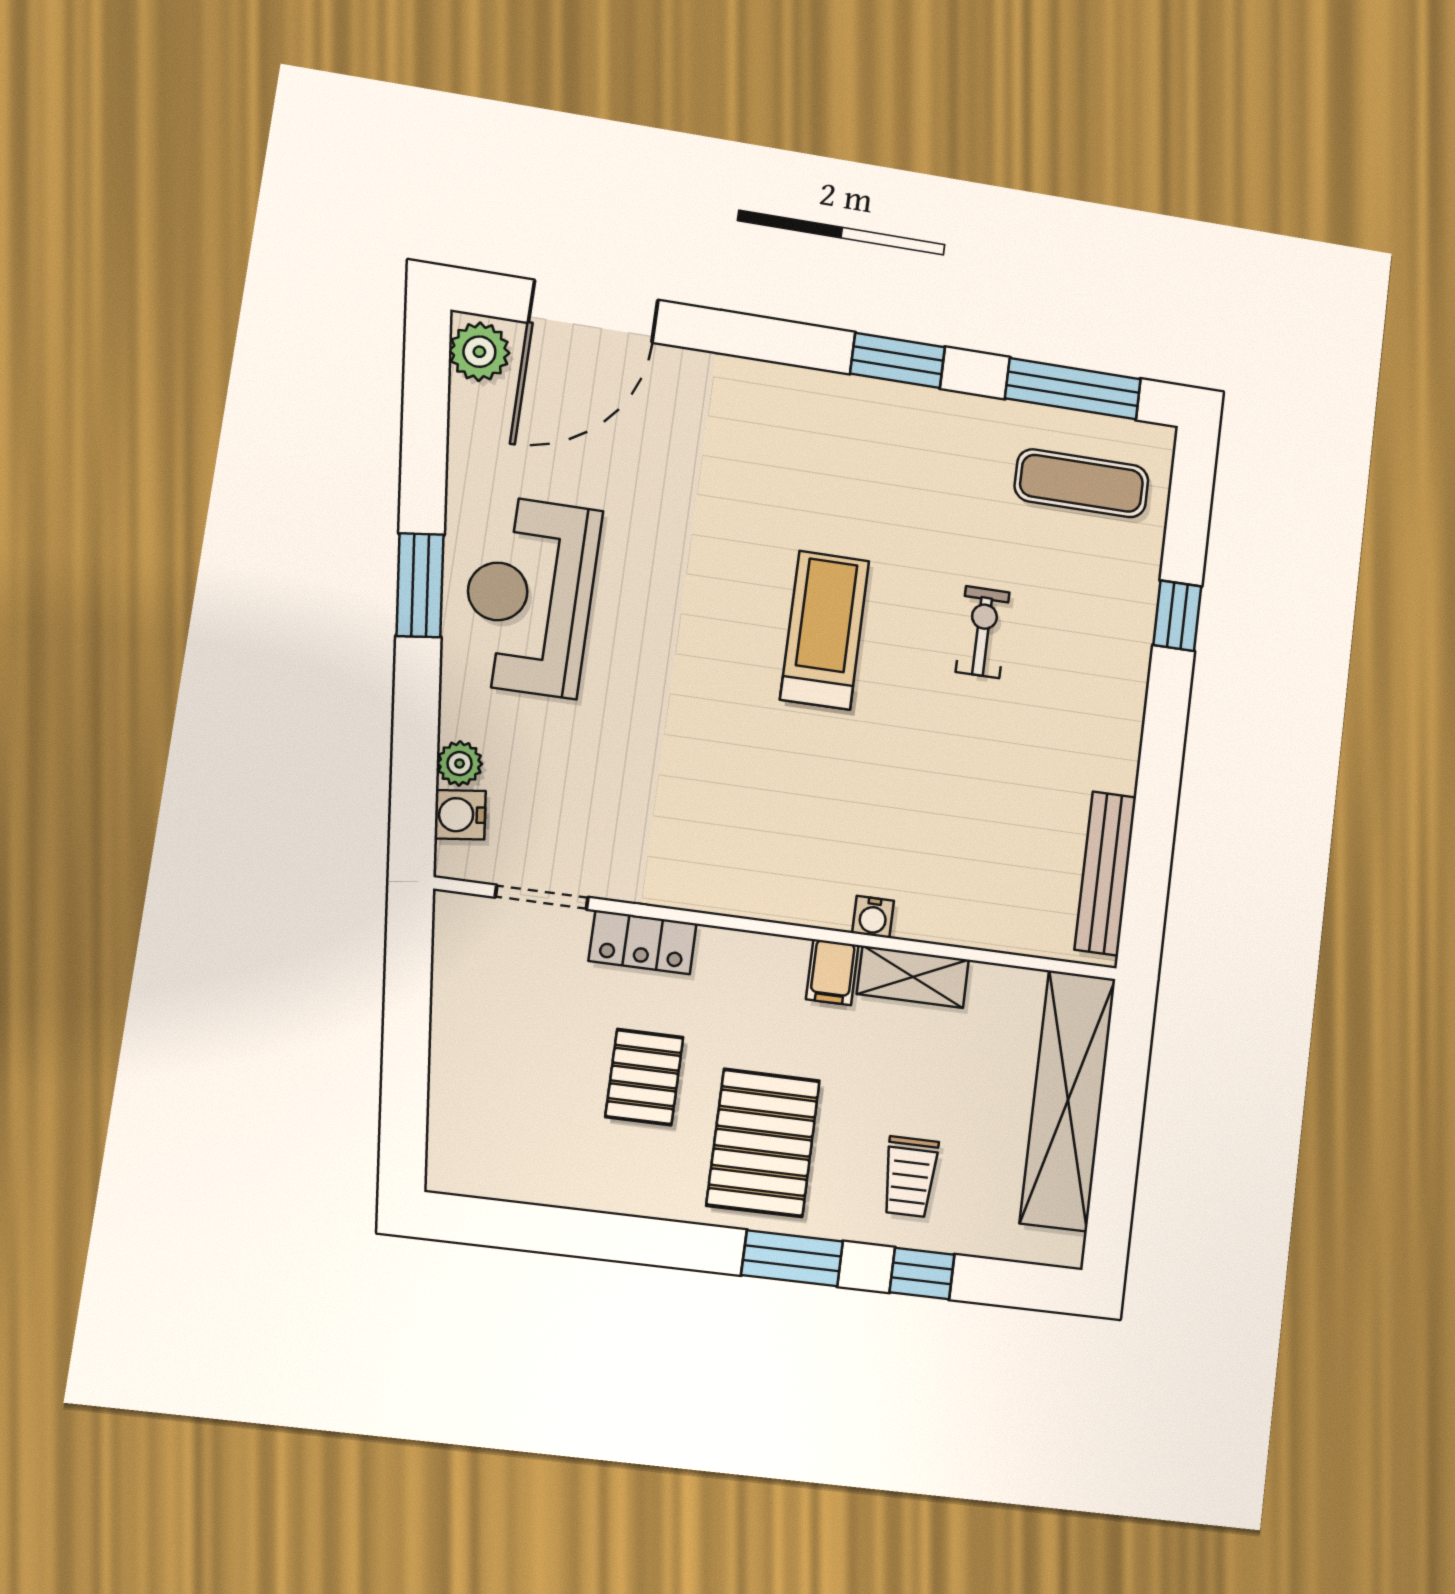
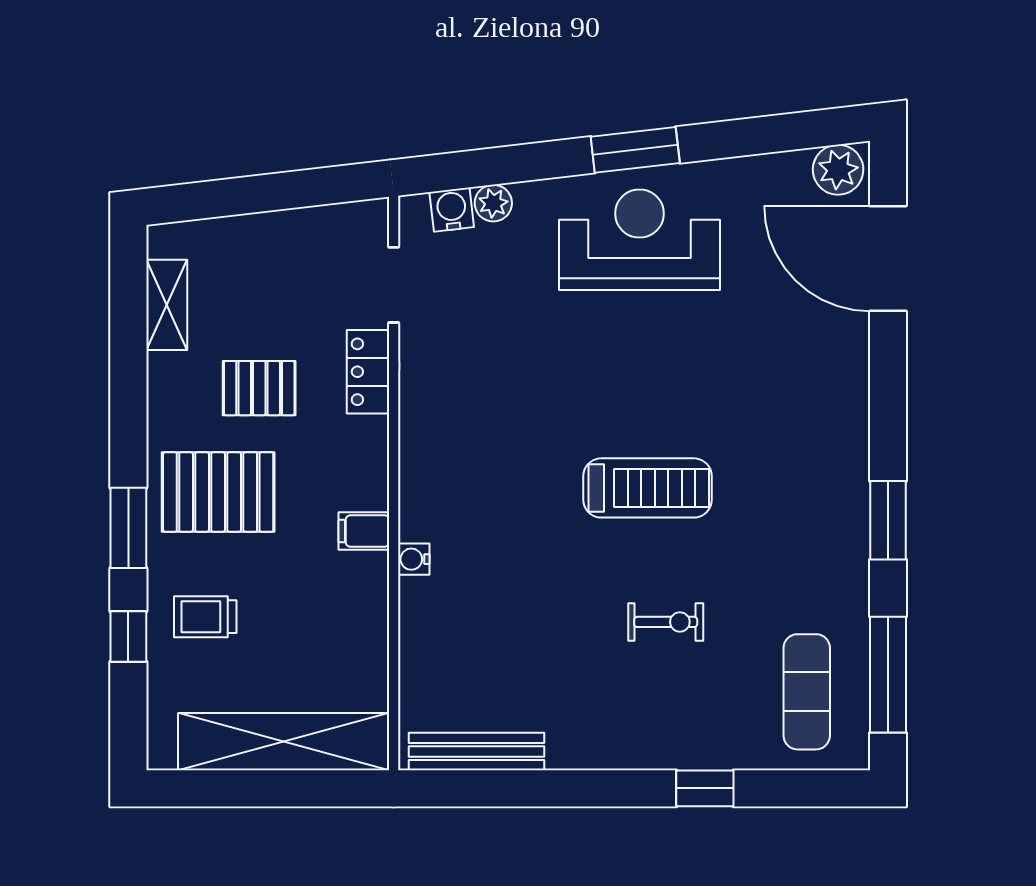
shelving: (913, 977) -> (167, 305), moved

